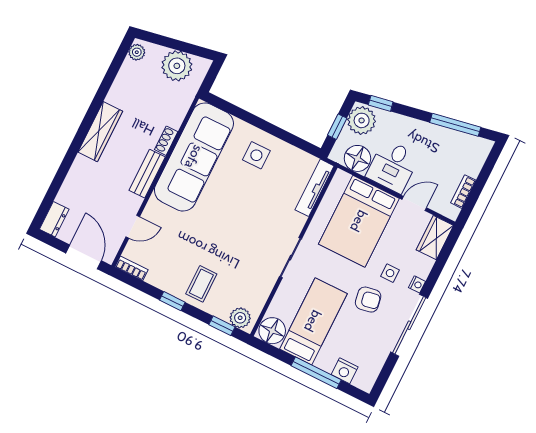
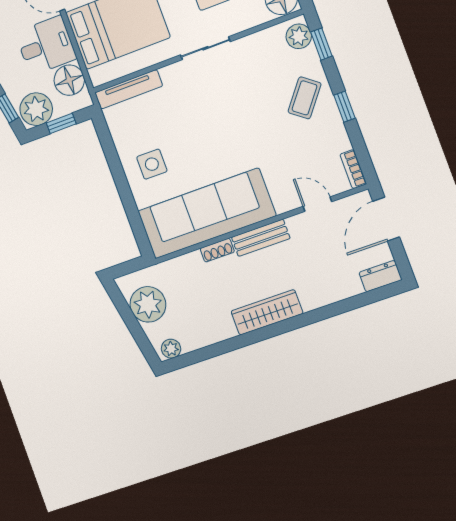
coffee table: (201, 284) -> (305, 98), turned -52

